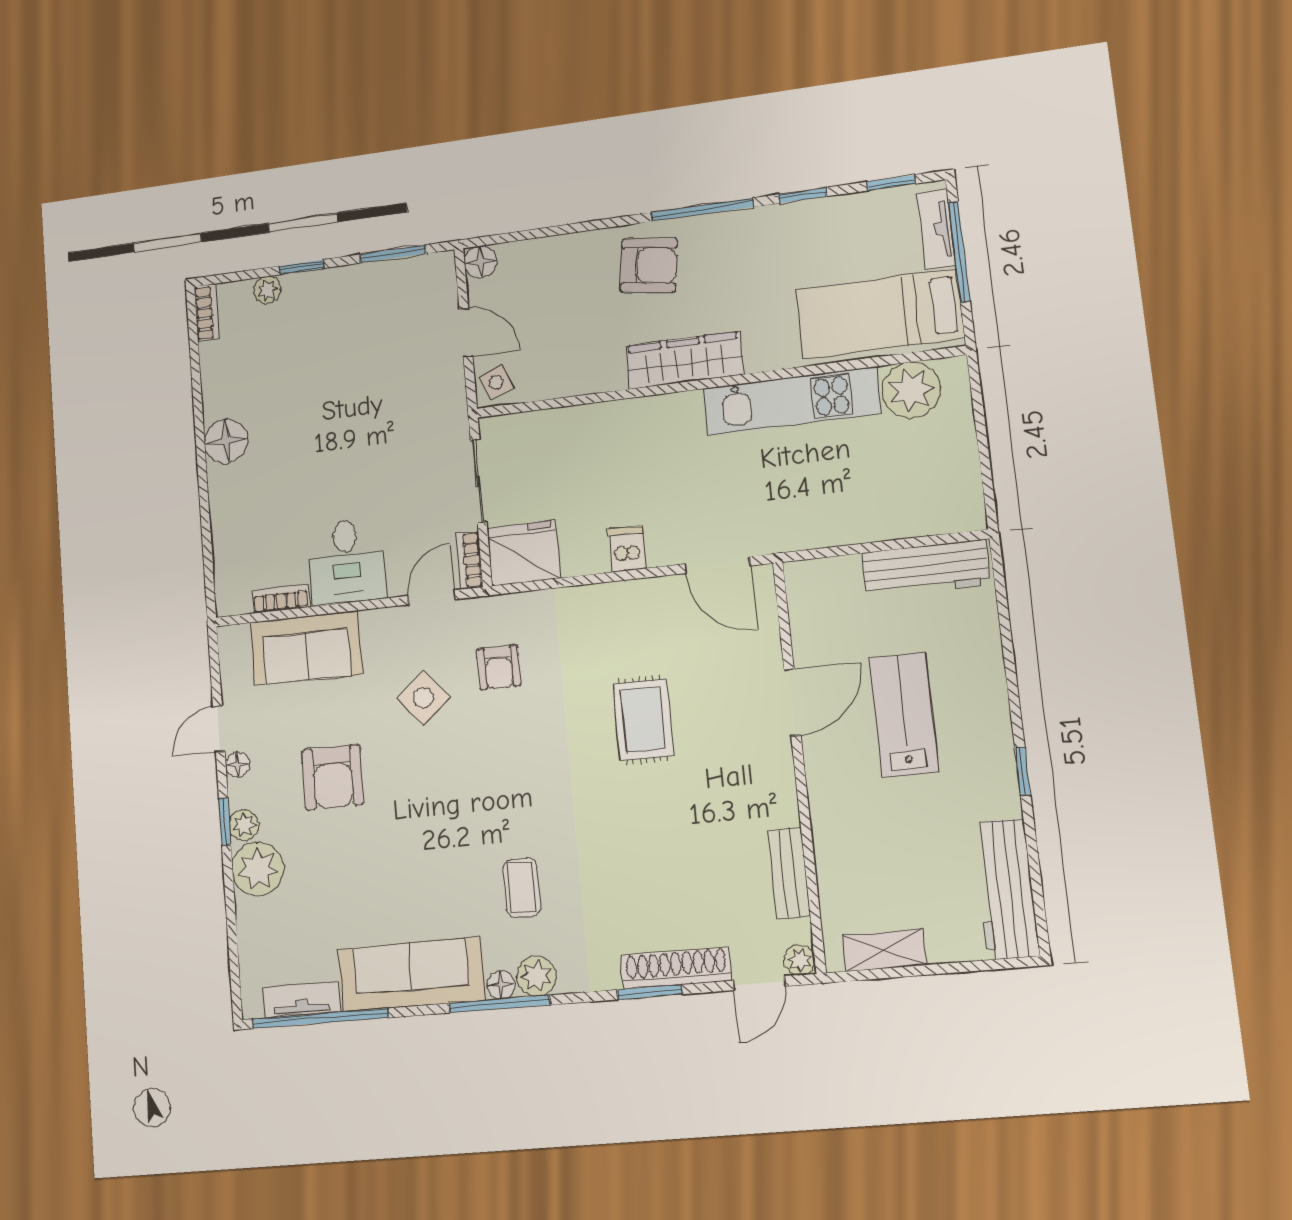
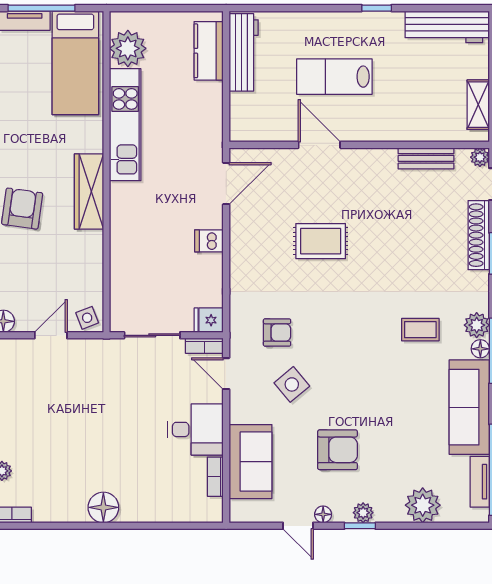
kitchen counter: (922, 514) -> (209, 51), added
fridge: (524, 553) -> (209, 320), width x0.53, depth x0.75
plant: (258, 869) -> (423, 505), moved

